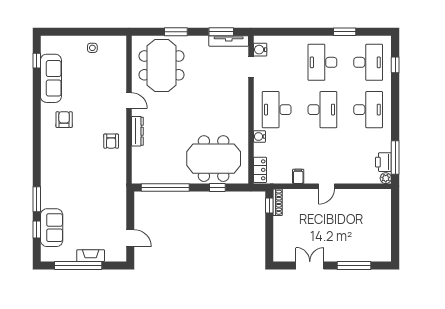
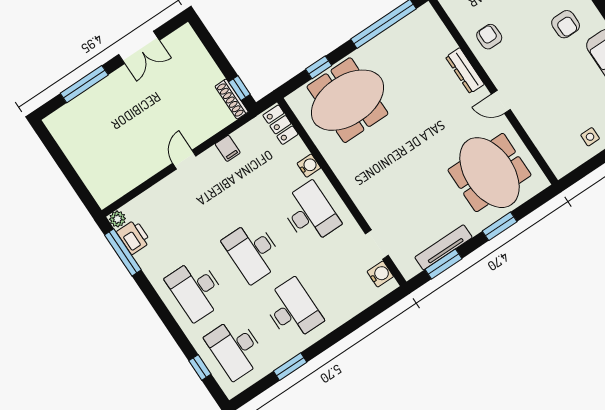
tv unit: (229, 41) -> (443, 247), moved

